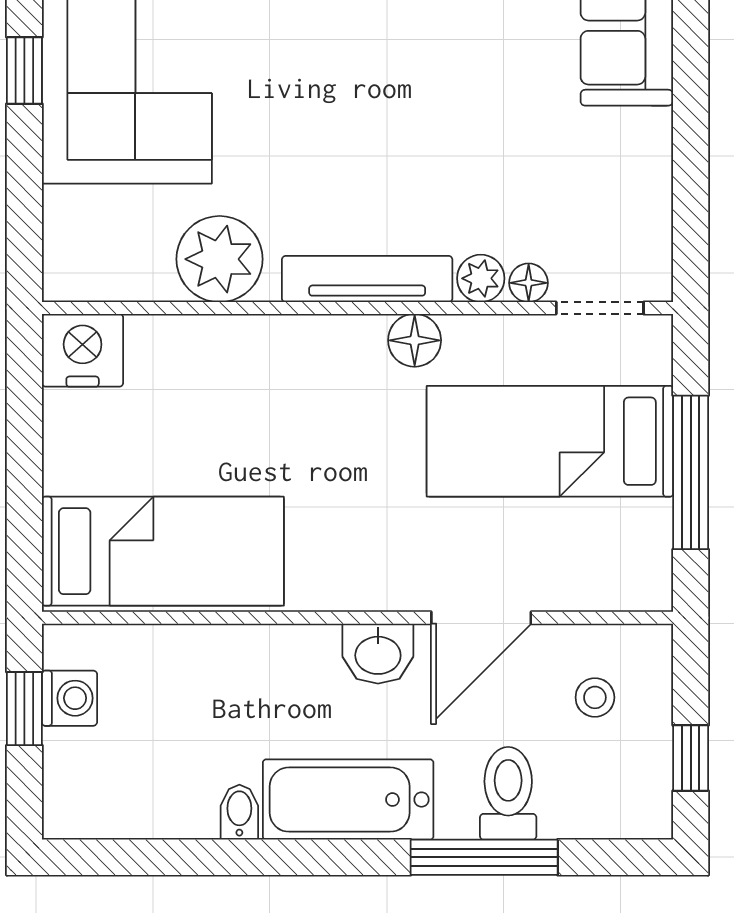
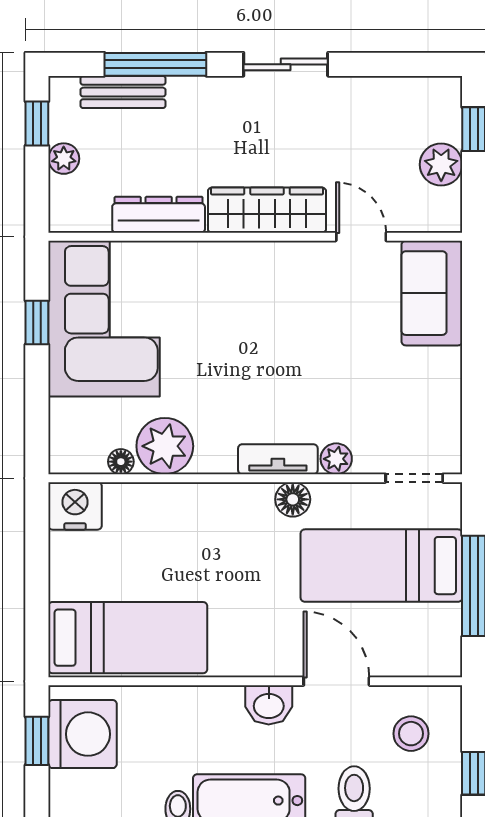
tv unit: (367, 279) -> (278, 459), width x0.71
floor lamp: (529, 283) -> (121, 462), moved
door: (481, 618) -> (336, 681), swing flipped
stool: (595, 697) -> (411, 734), width x1.37, depth x1.37
washing machine: (69, 698) -> (83, 734), width x1.89, depth x1.89

